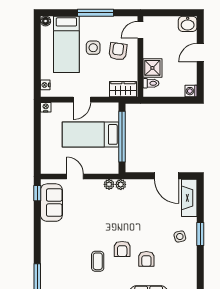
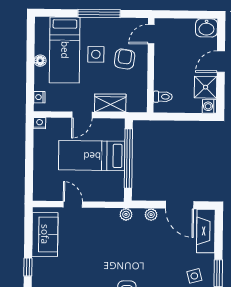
floor lamp: (46, 21) -> (40, 61), moved
shower: (152, 68) -> (206, 87), moved
wardrobe: (123, 89) -> (110, 103), moved
plant: (109, 184) -> (151, 215), moved
window: (37, 193) -> (28, 267), moved

